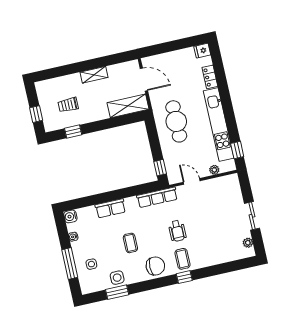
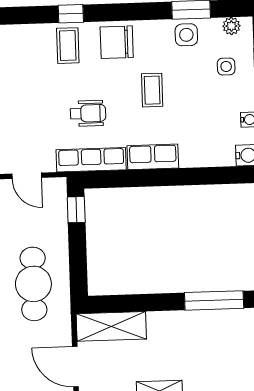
trolley: (68, 105) -> (214, 348), removed
window: (73, 132) -> (214, 300), width x2.17
row of seats: (110, 208) -> (153, 157), moved
wheelchair: (177, 231) -> (88, 113), moved, turned 90
plant: (93, 287) -> (231, 26), added

